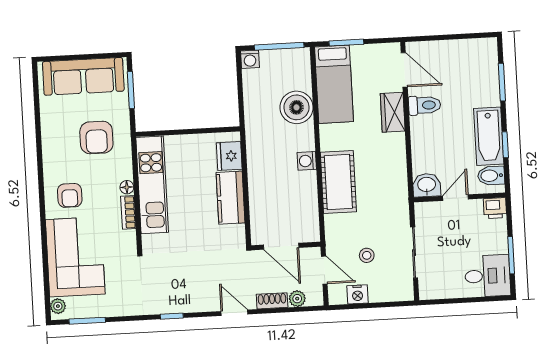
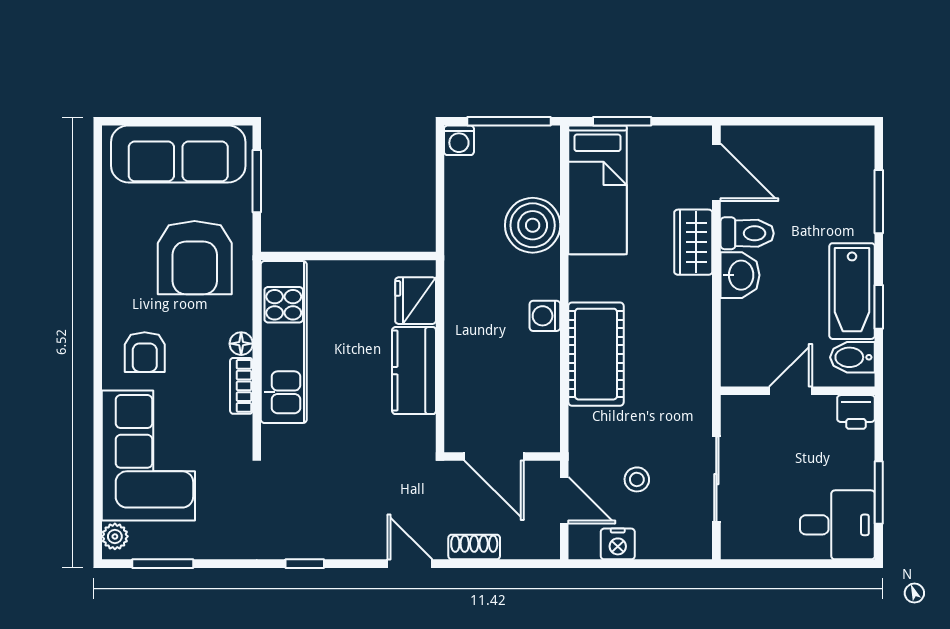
armchair: (96, 138) -> (195, 258), width x1.36, depth x1.36
washbasin: (427, 185) -> (740, 275), moved, turned 90
plant: (297, 299) -> (516, 546), removed

